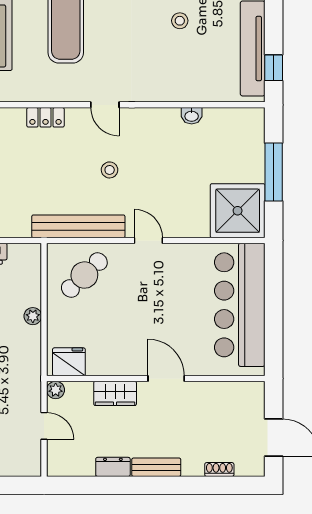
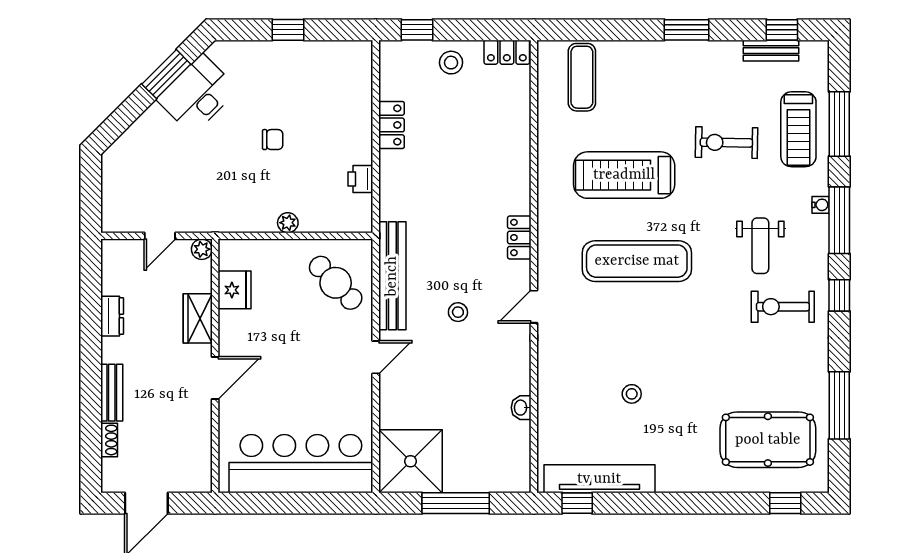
fridge: (69, 362) -> (235, 290), moved
bench: (156, 467) -> (112, 393), moved

